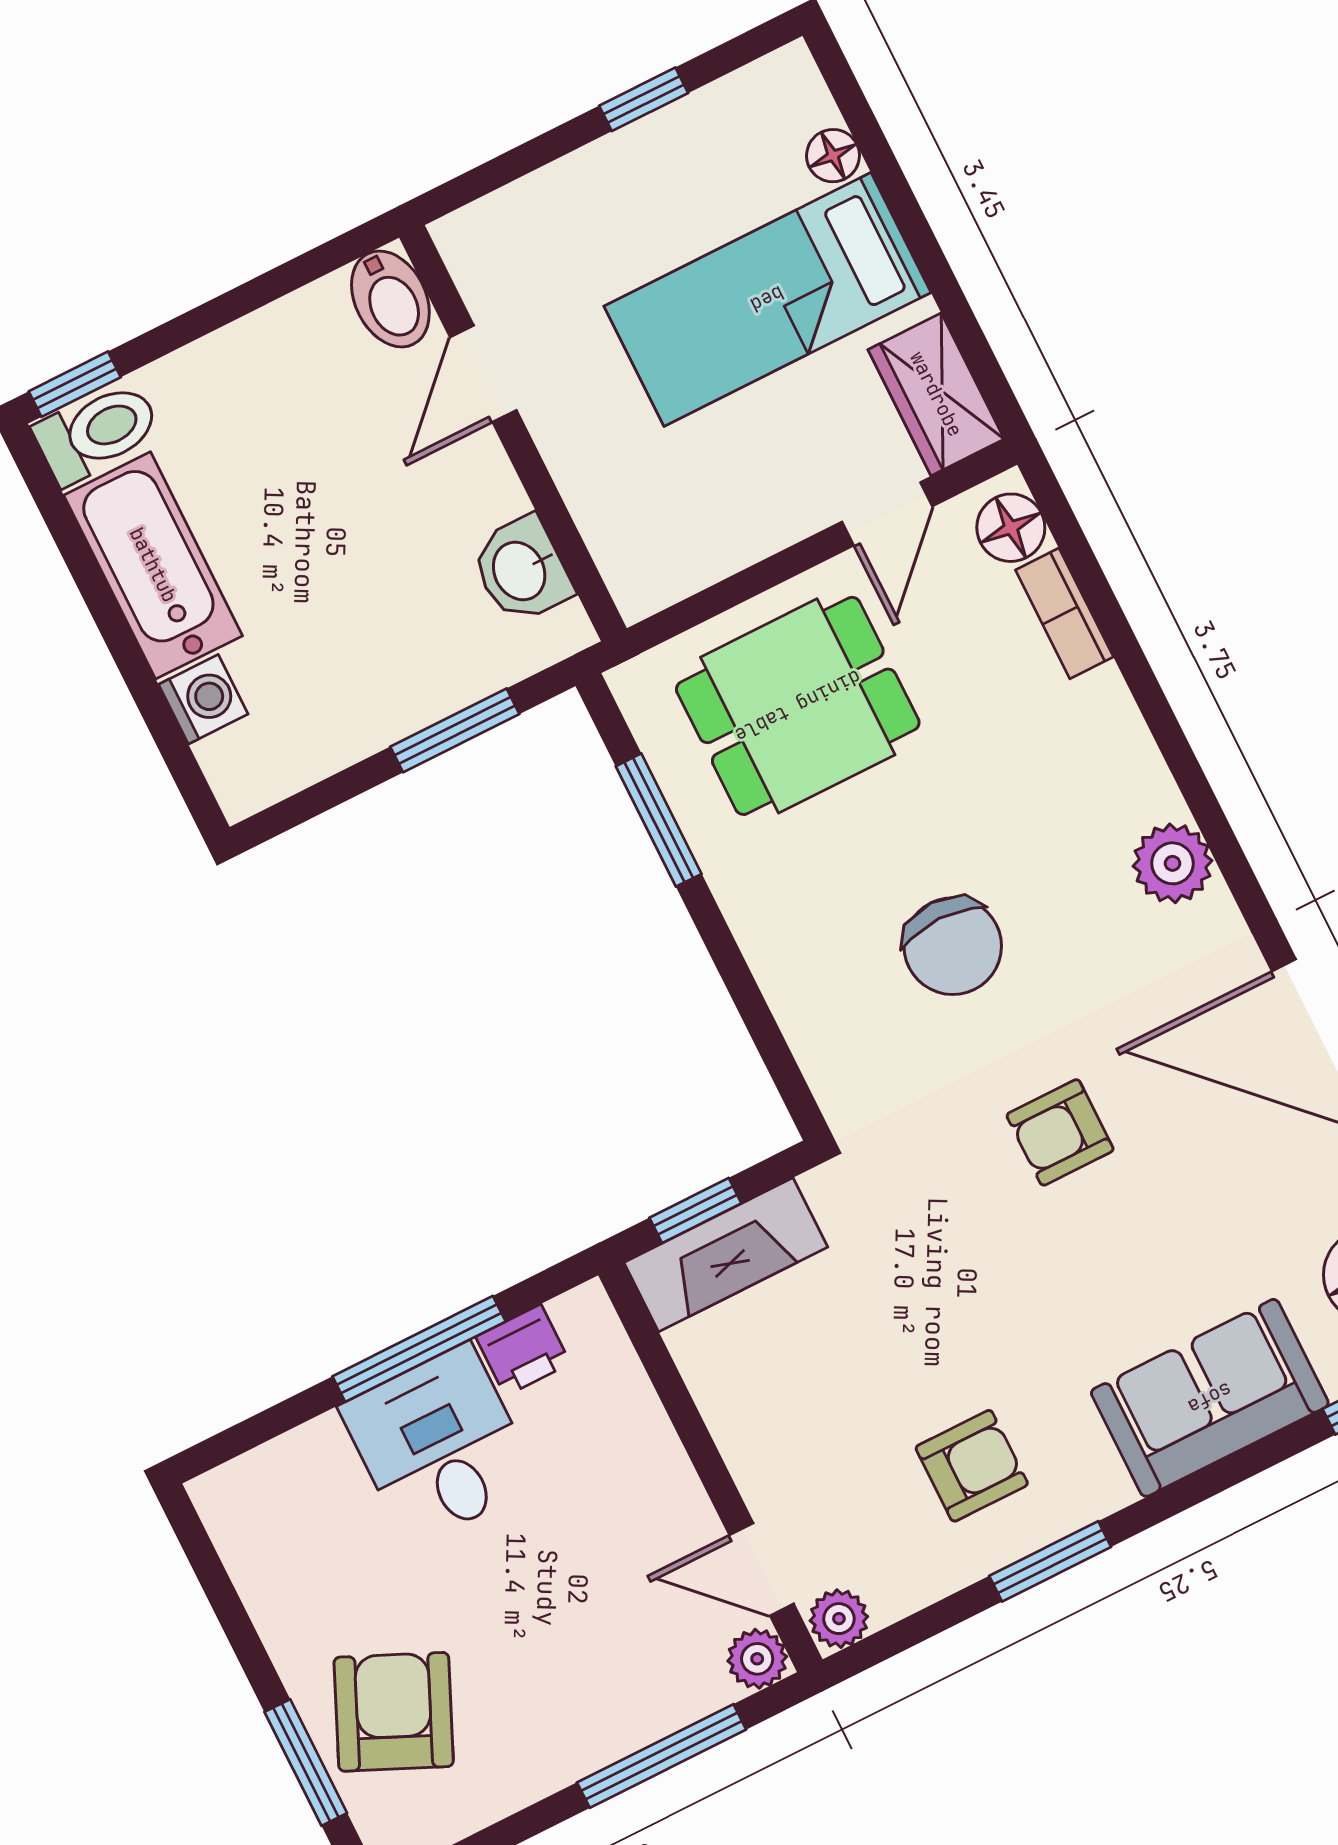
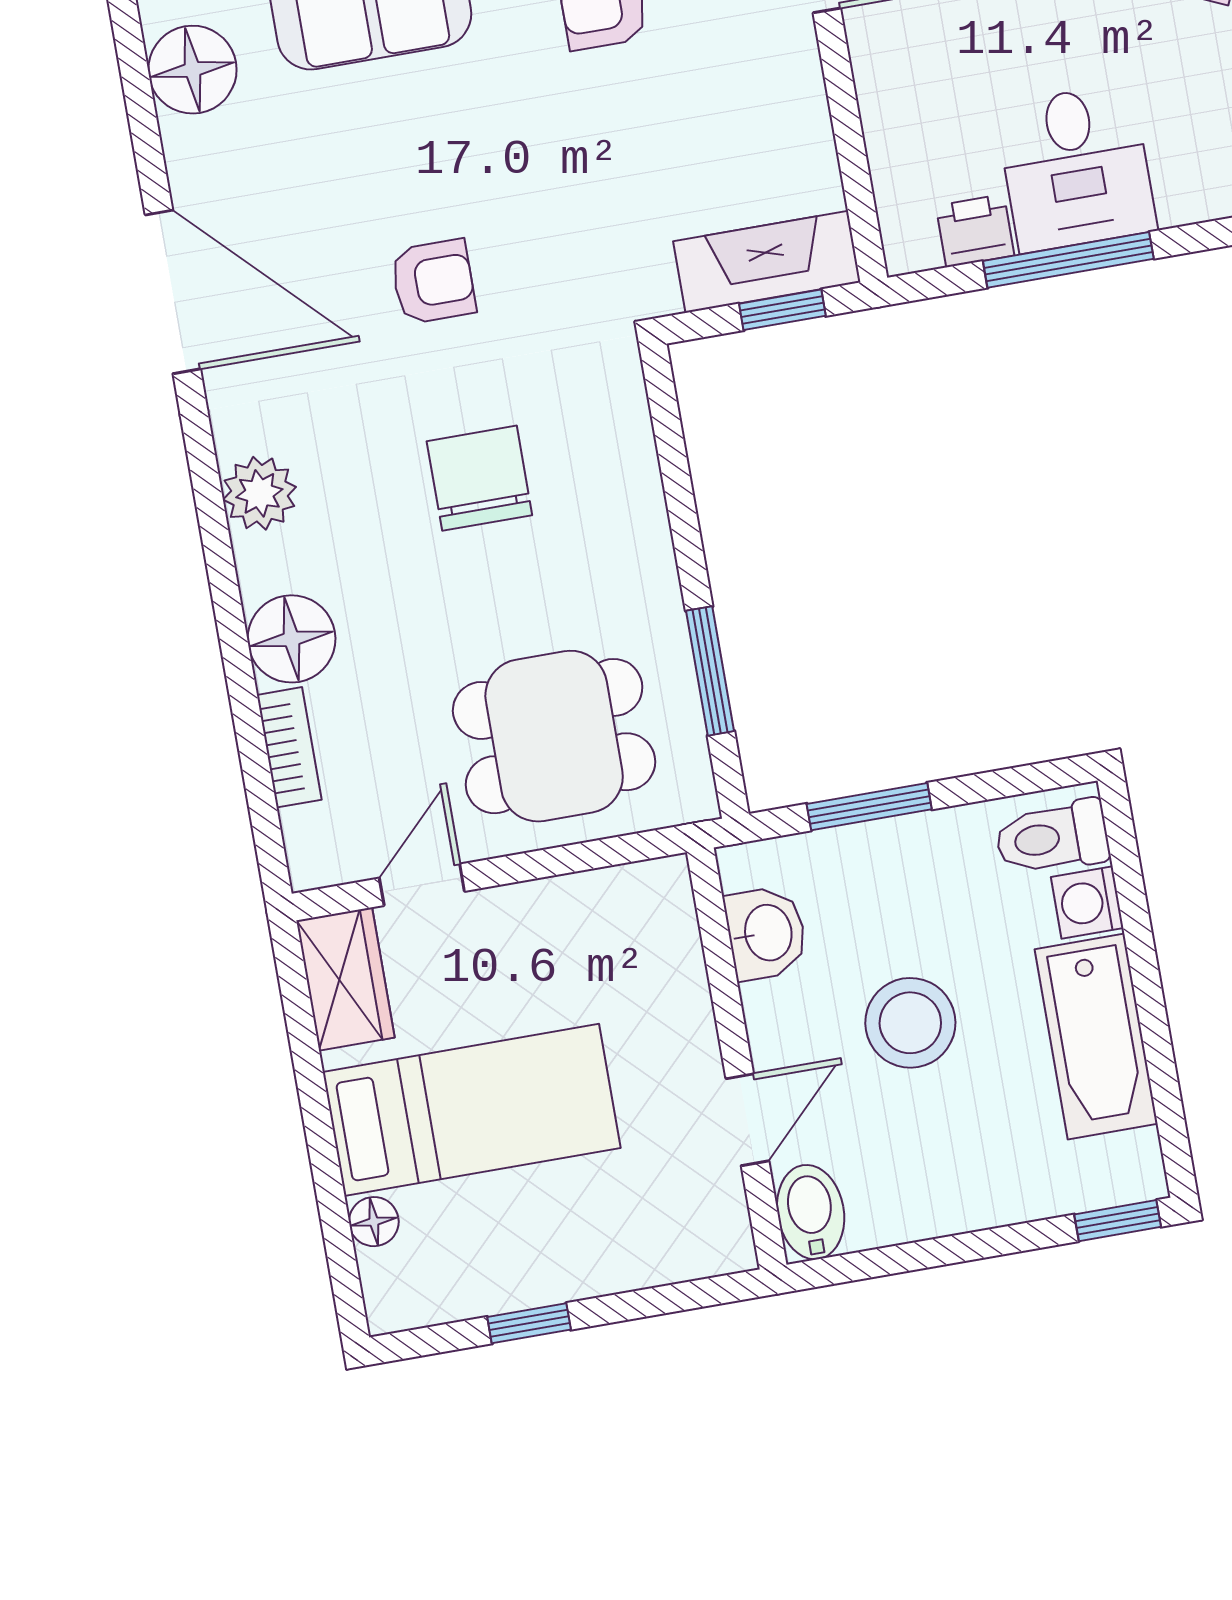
toilet: (97, 432) -> (1052, 837), moved
stool: (347, 523) -> (910, 1023), added
floor lamp: (1011, 528) -> (291, 639), moved, width x1.38, depth x1.38

